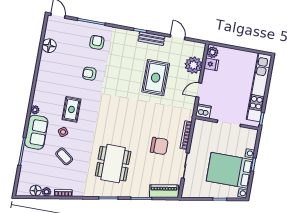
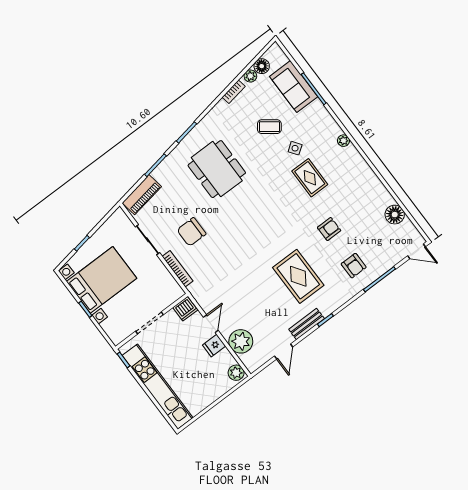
door: (178, 37) -> (284, 352), hinge flipped
fridge: (211, 64) -> (214, 346), moved
rug: (156, 78) -> (298, 276), moved
sofa: (36, 132) -> (294, 87), moved

